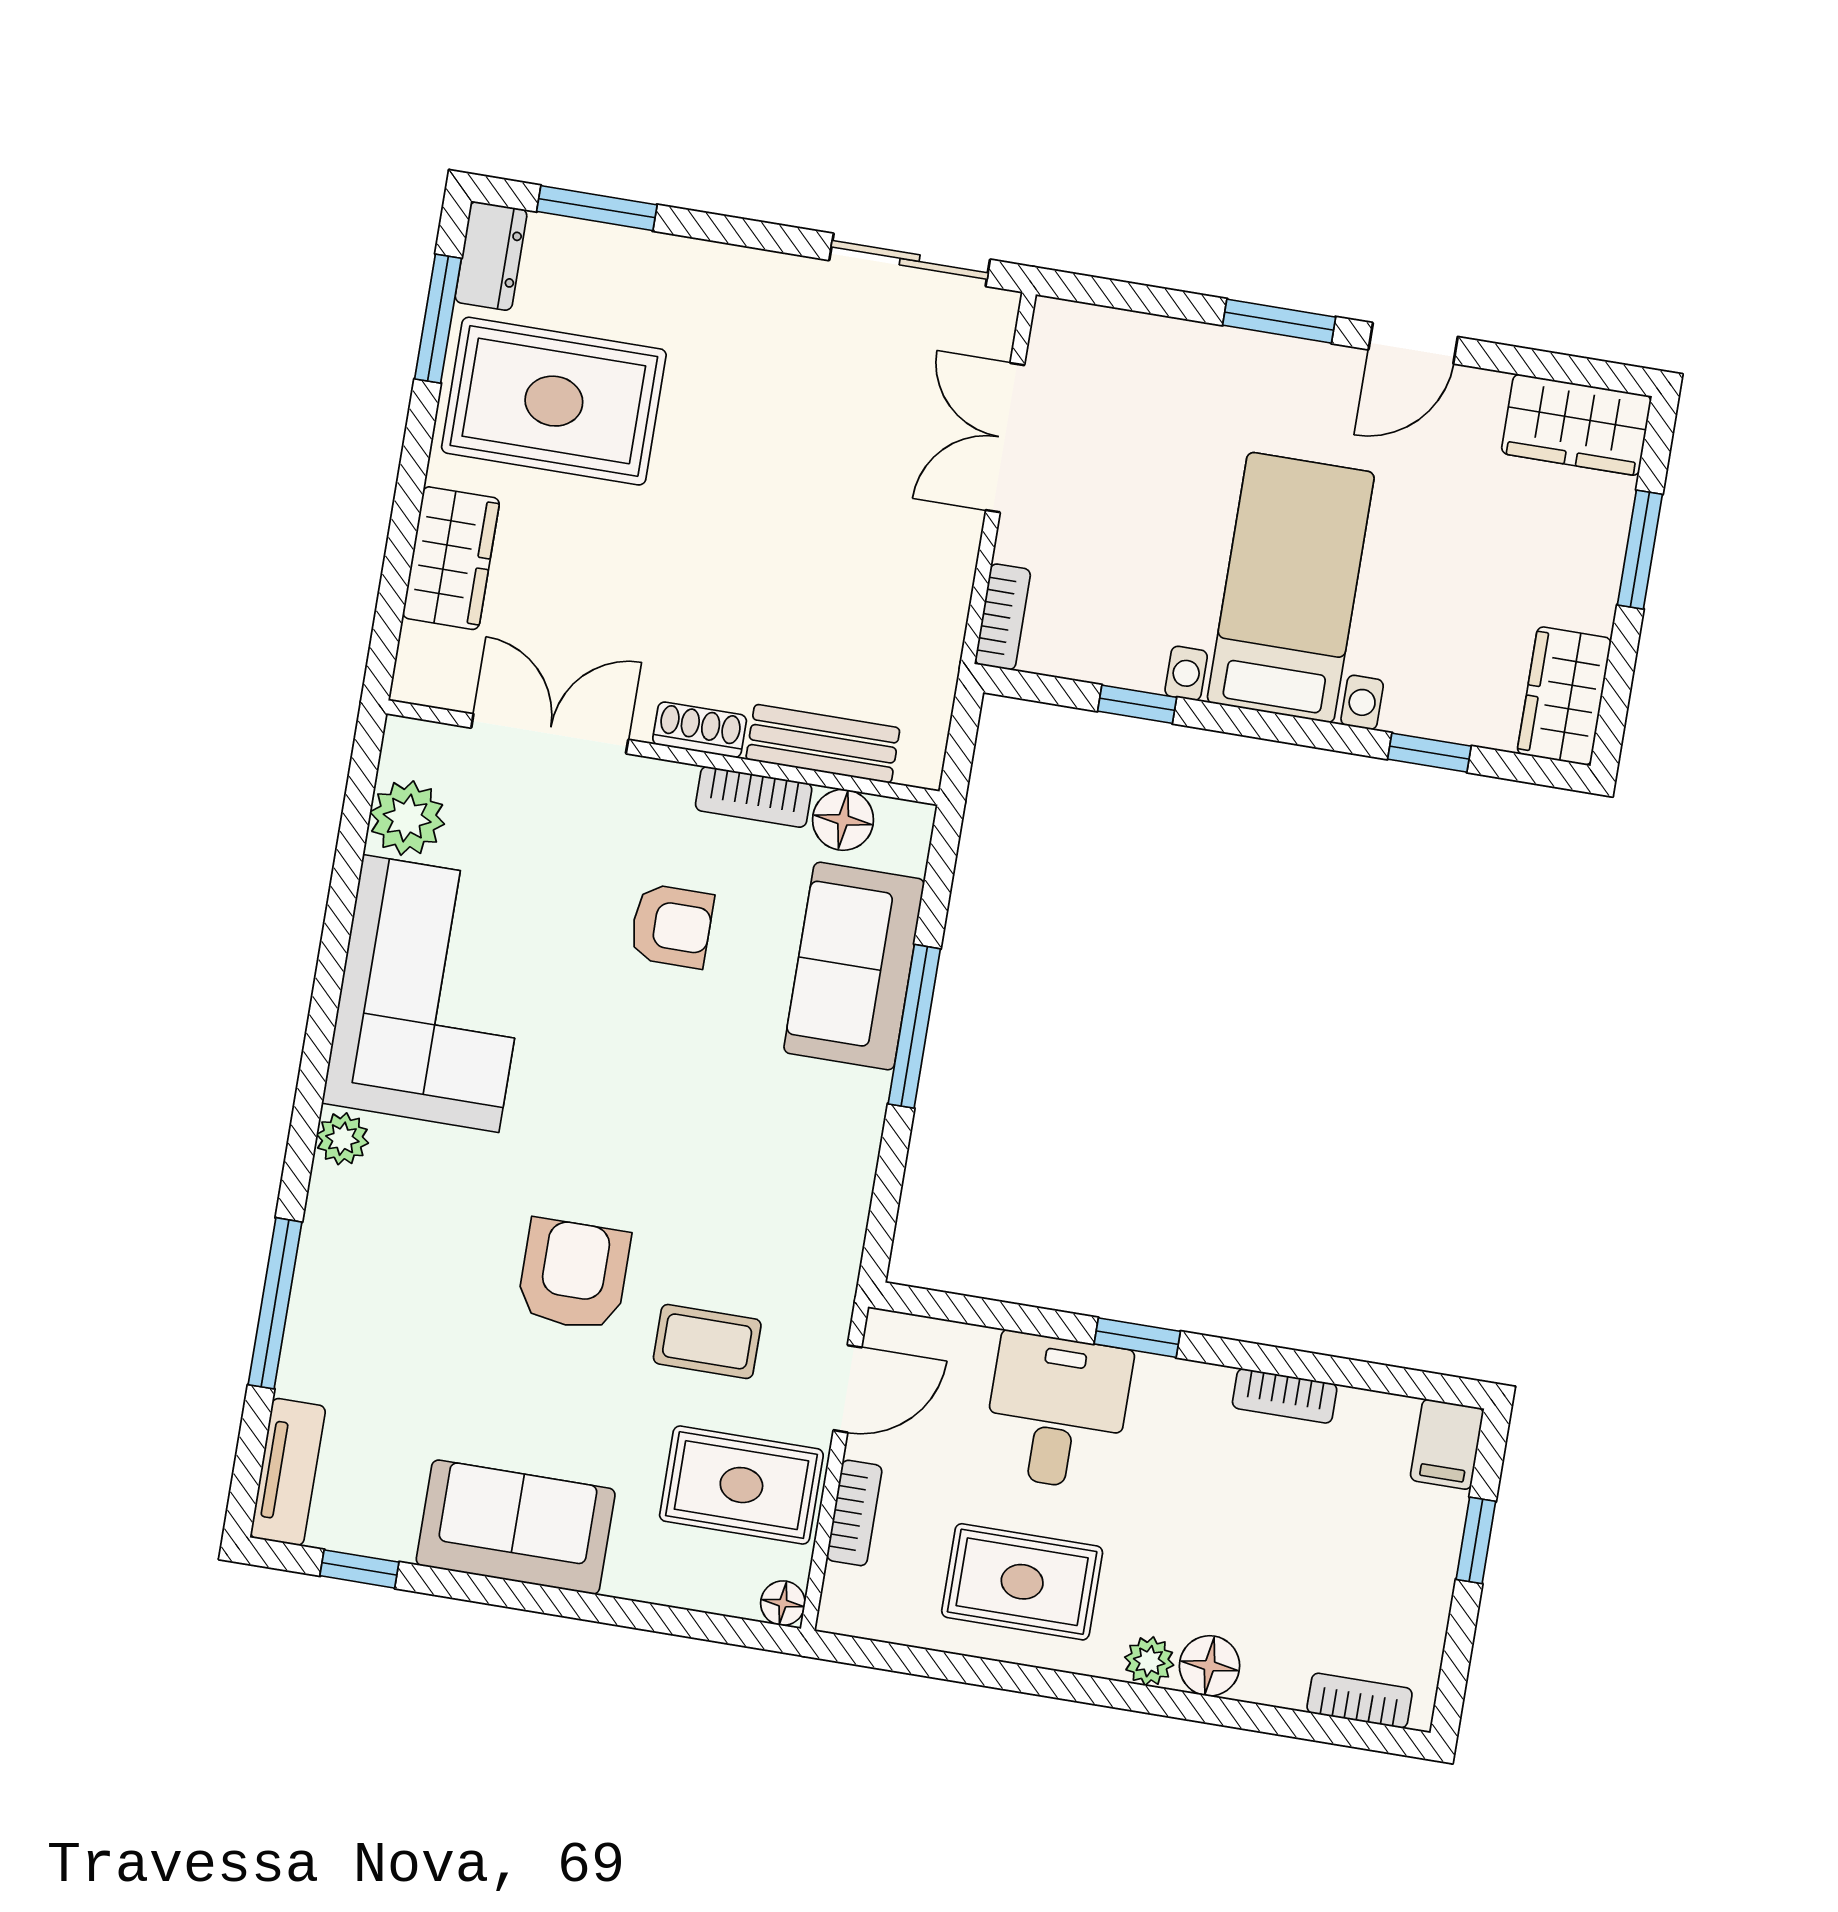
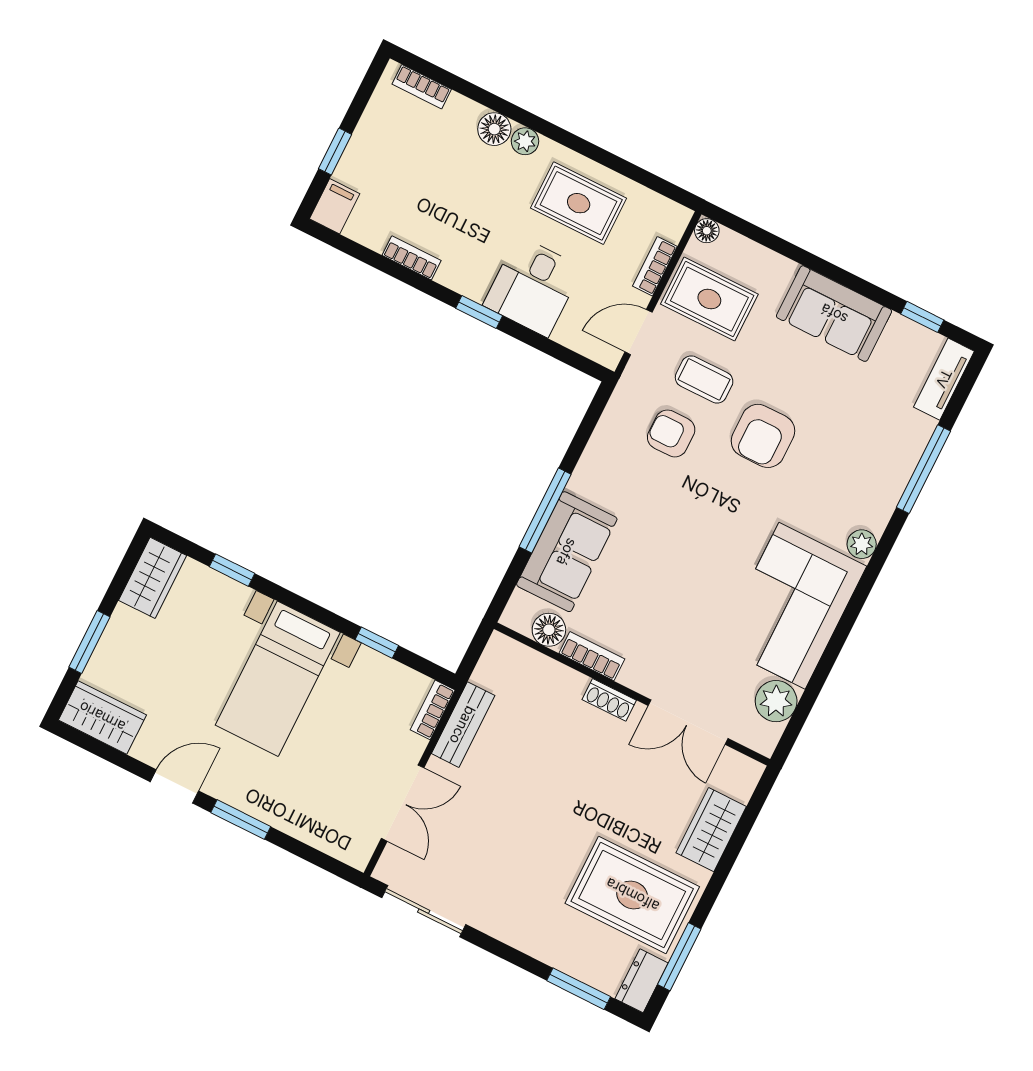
bench: (823, 744) -> (463, 725), moved, turned 90
armchair: (671, 926) -> (671, 433), moved

